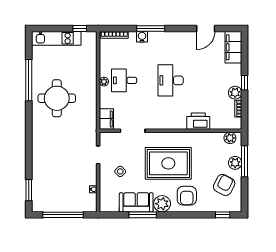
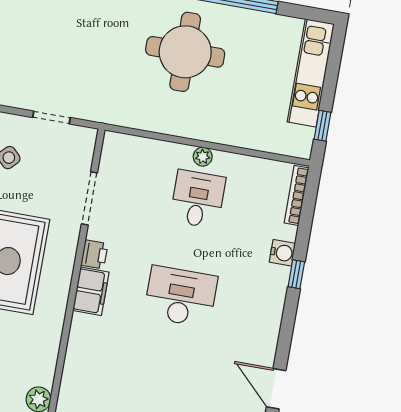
window: (151, 29) -> (296, 274), width x0.46
filing cabinet: (106, 119) -> (91, 291), moved, turned -90
printer: (198, 121) -> (94, 254), moved, width x0.53, depth x0.68

